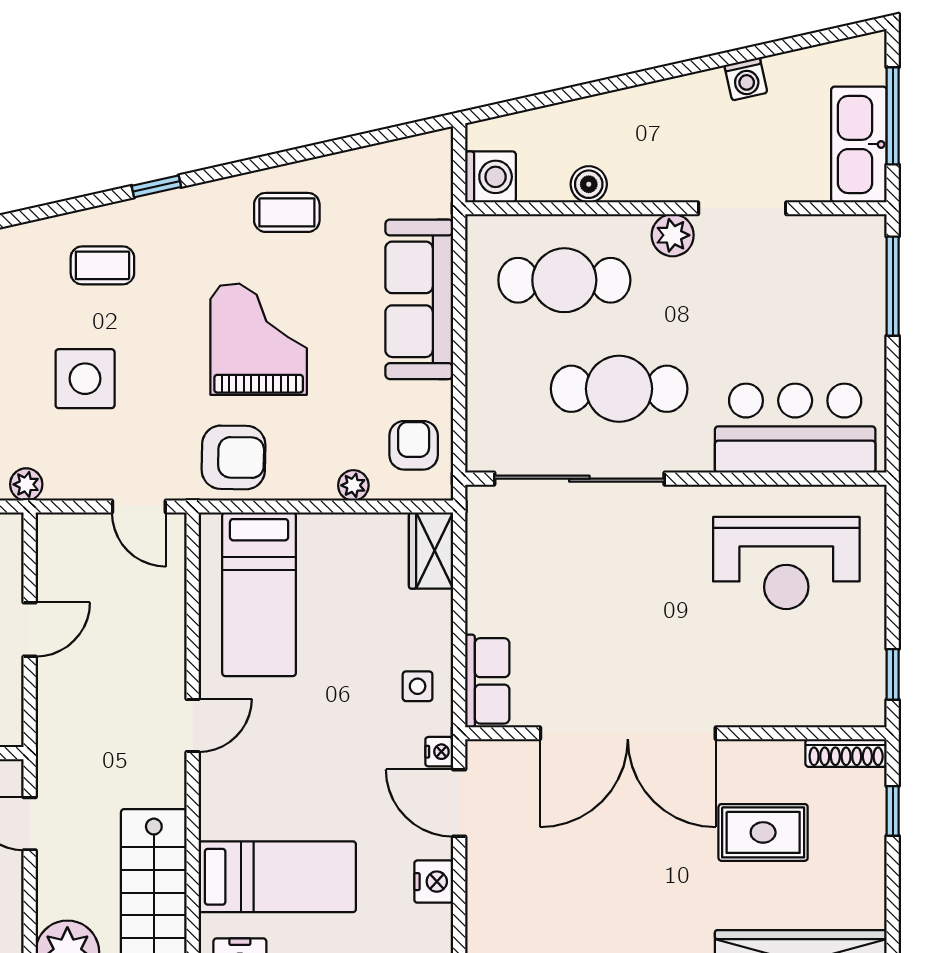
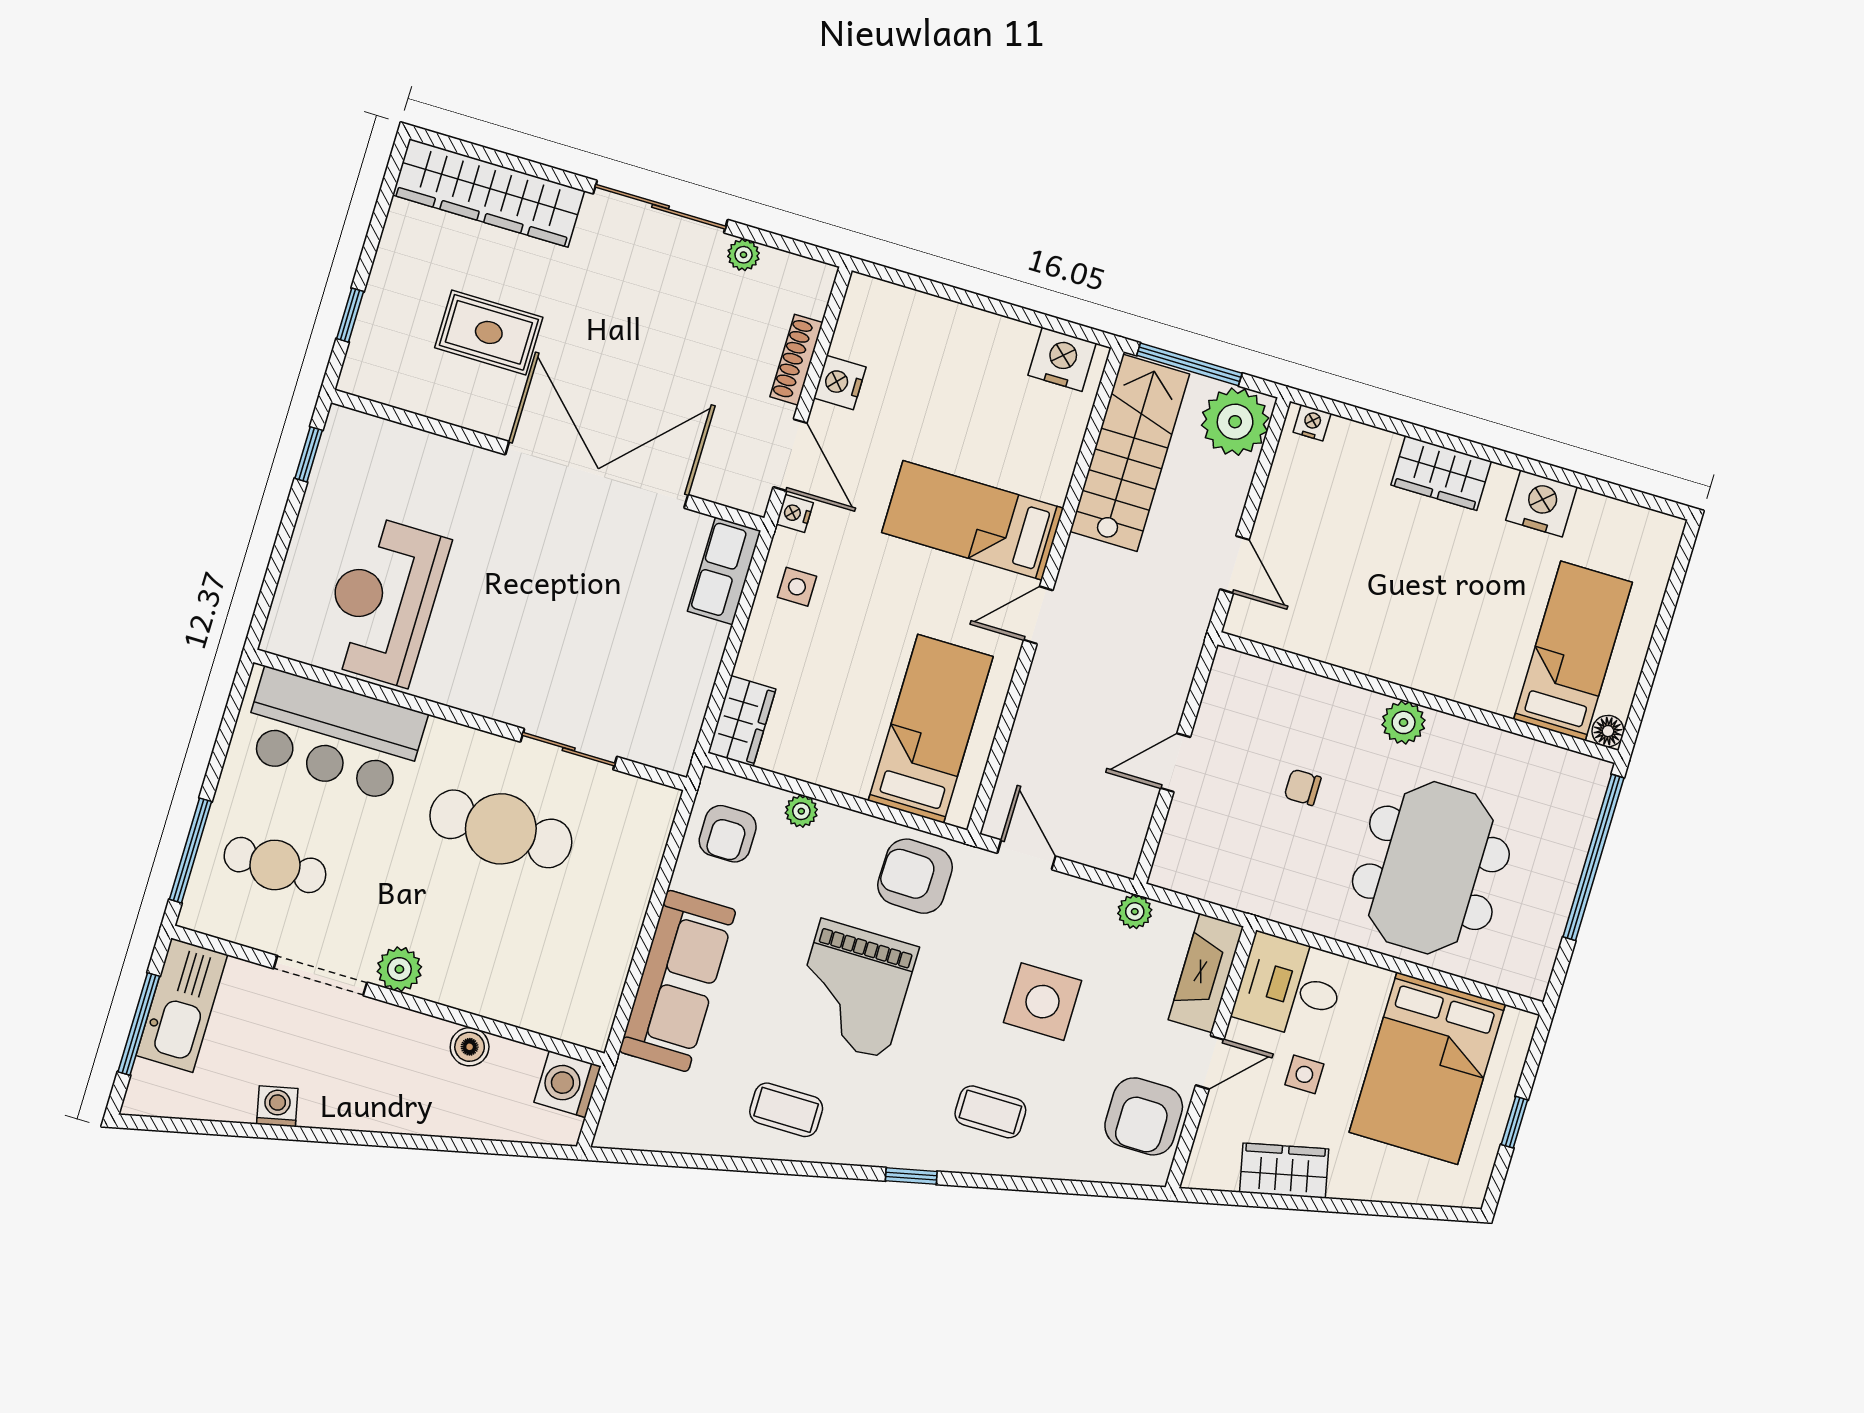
cafe table: (564, 280) -> (275, 865), moved, width x0.73, depth x0.74
sliding door: (579, 479) -> (569, 749), width x0.54
reception desk: (786, 563) -> (383, 600), turned -90
shoe rack: (846, 753) -> (796, 360), moved, turned -90
bed: (277, 877) -> (973, 520), moved

